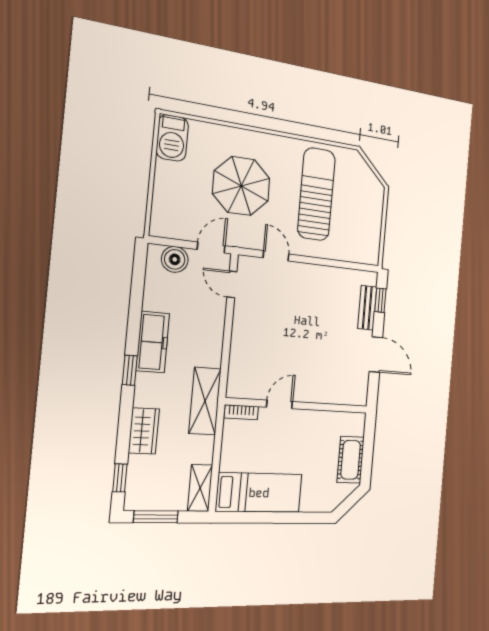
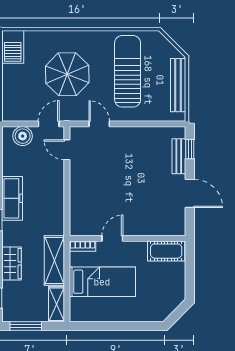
bench: (374, 221) -> (178, 85), added
shelving: (205, 401) -> (54, 260), moved
cot: (351, 460) -> (166, 251), moved, turned 90
bed: (259, 493) -> (102, 282), moved

